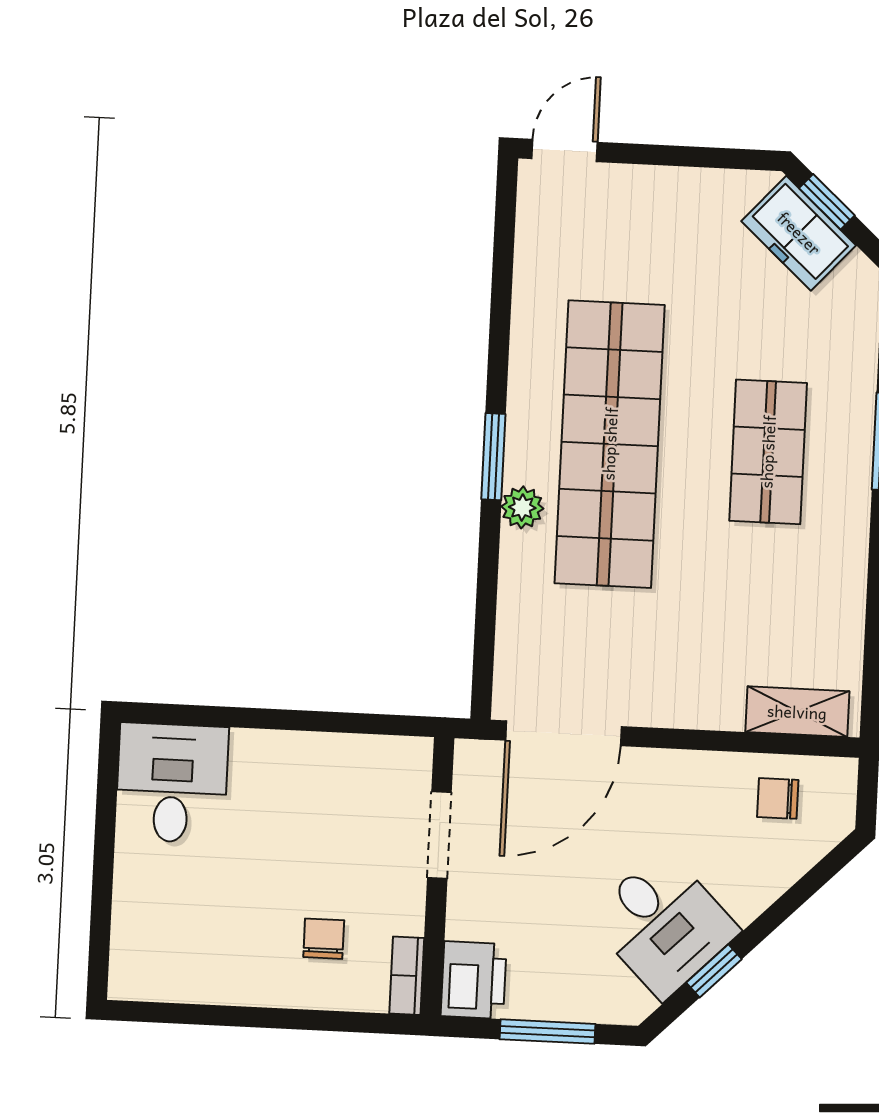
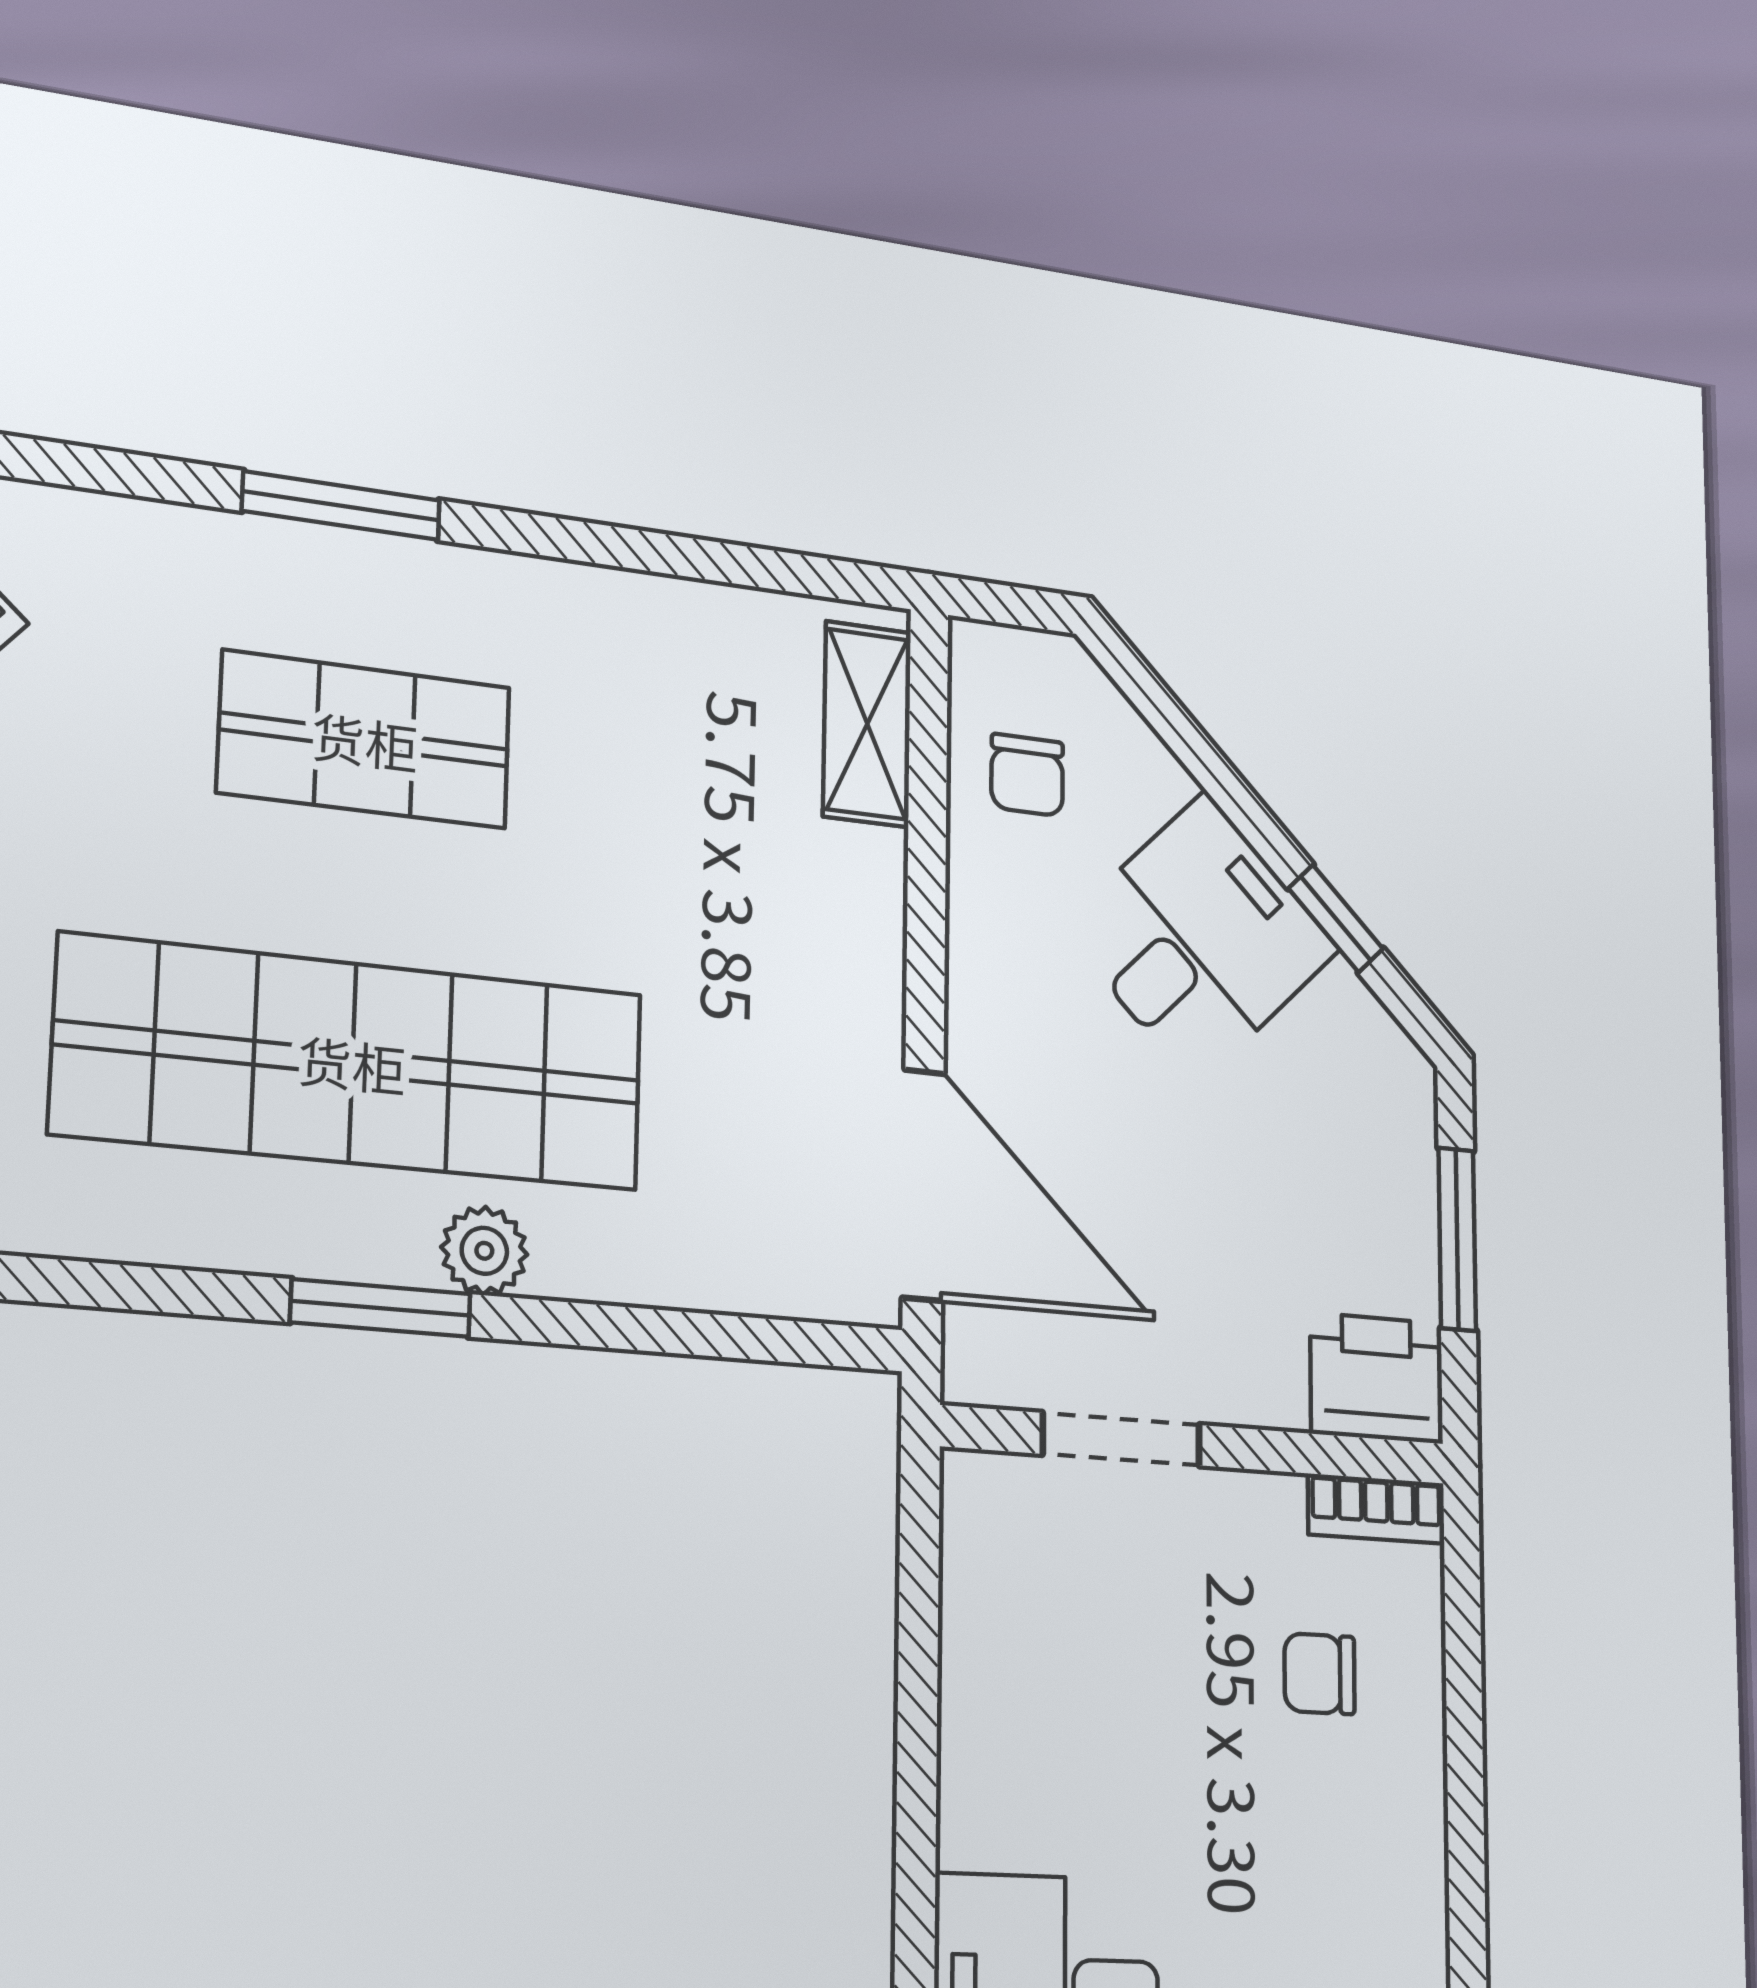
desk: (663, 924) -> (1201, 939), moved

